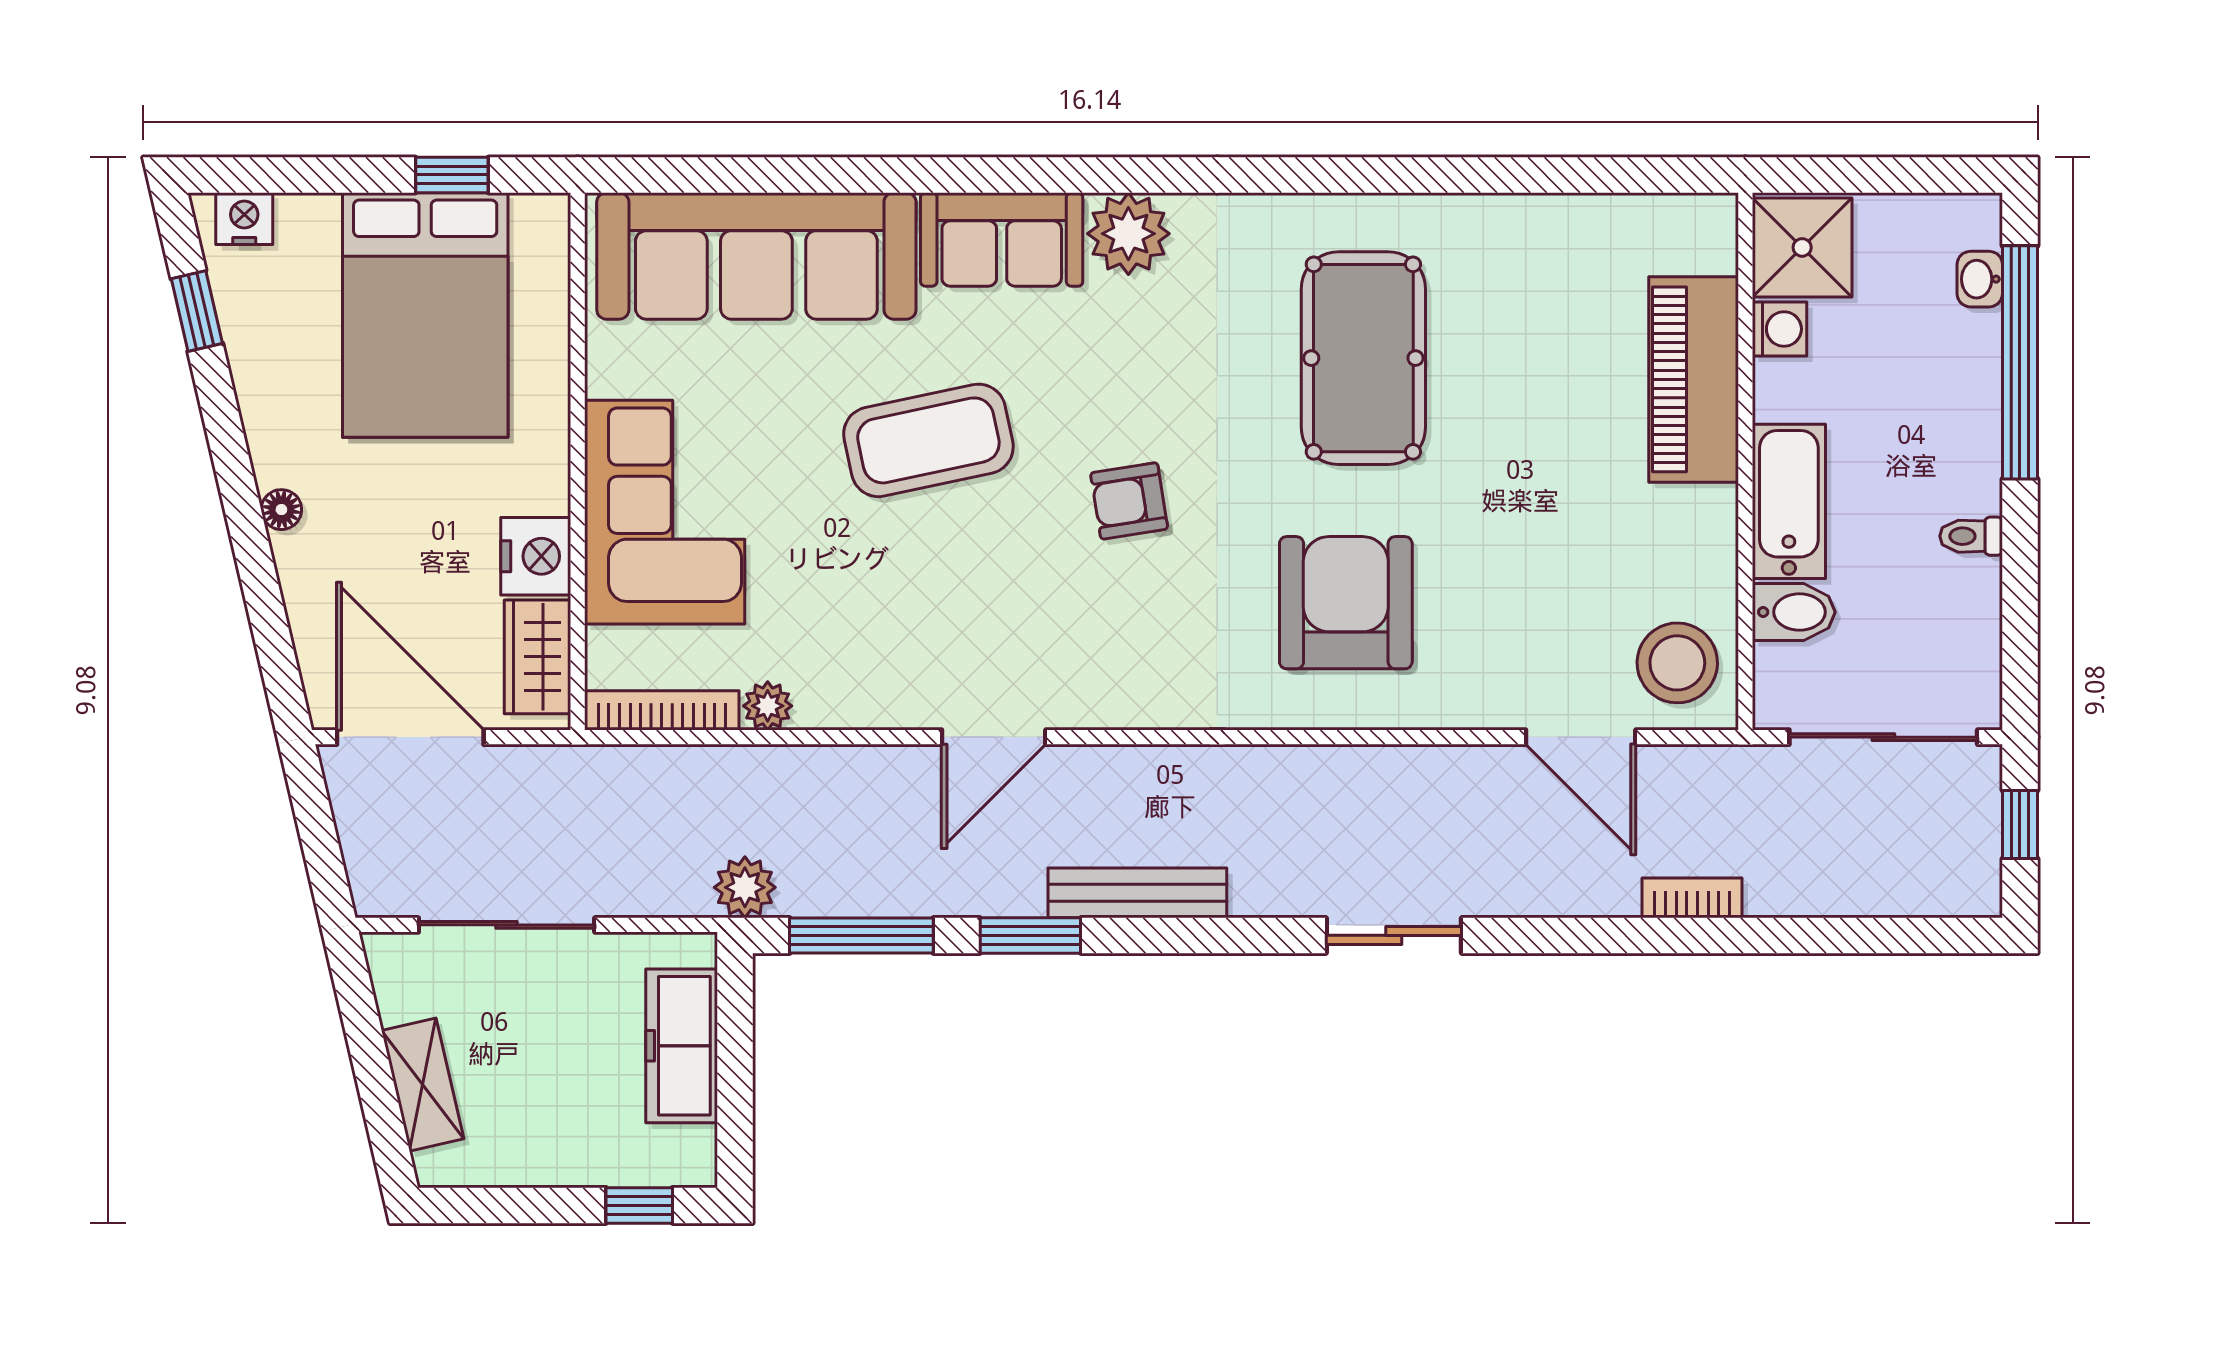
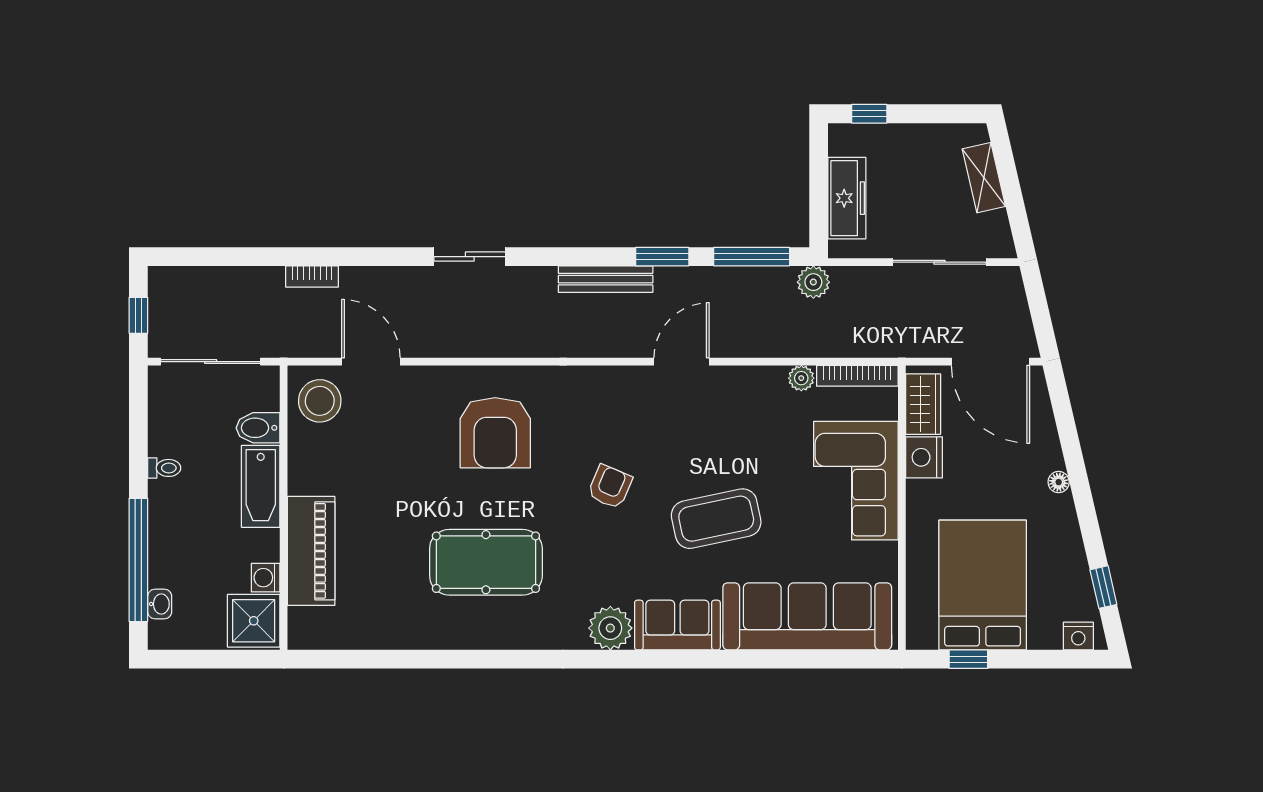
pool table: (1363, 358) -> (486, 562), turned 90
armchair: (1129, 501) -> (610, 487), turned -58

